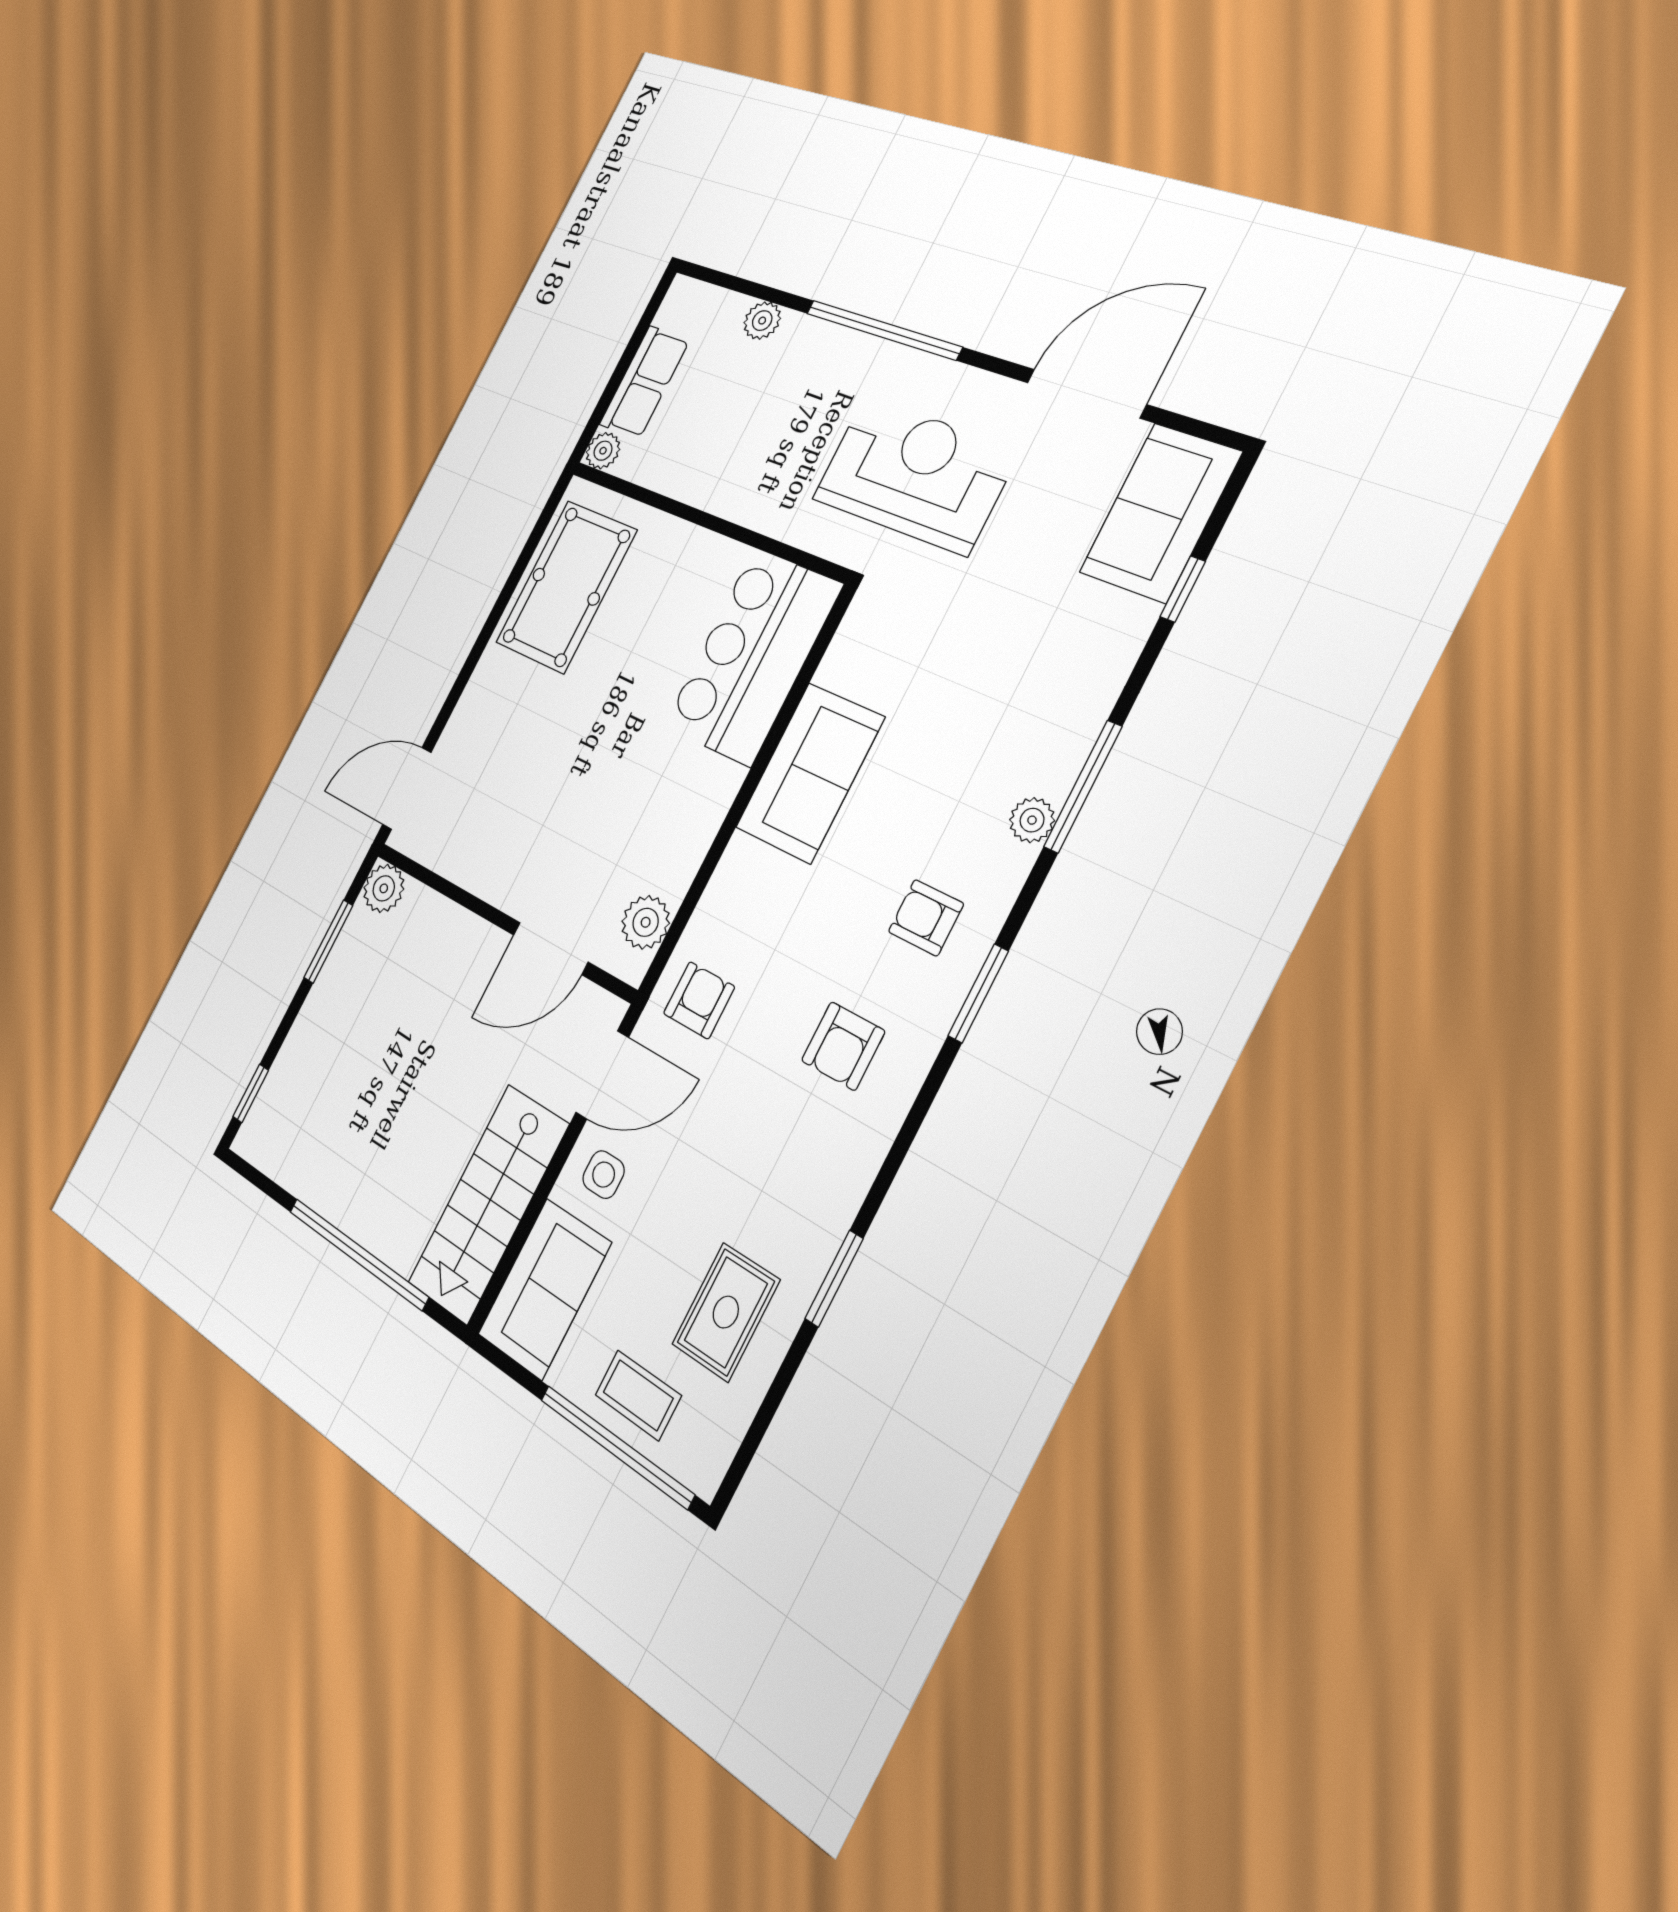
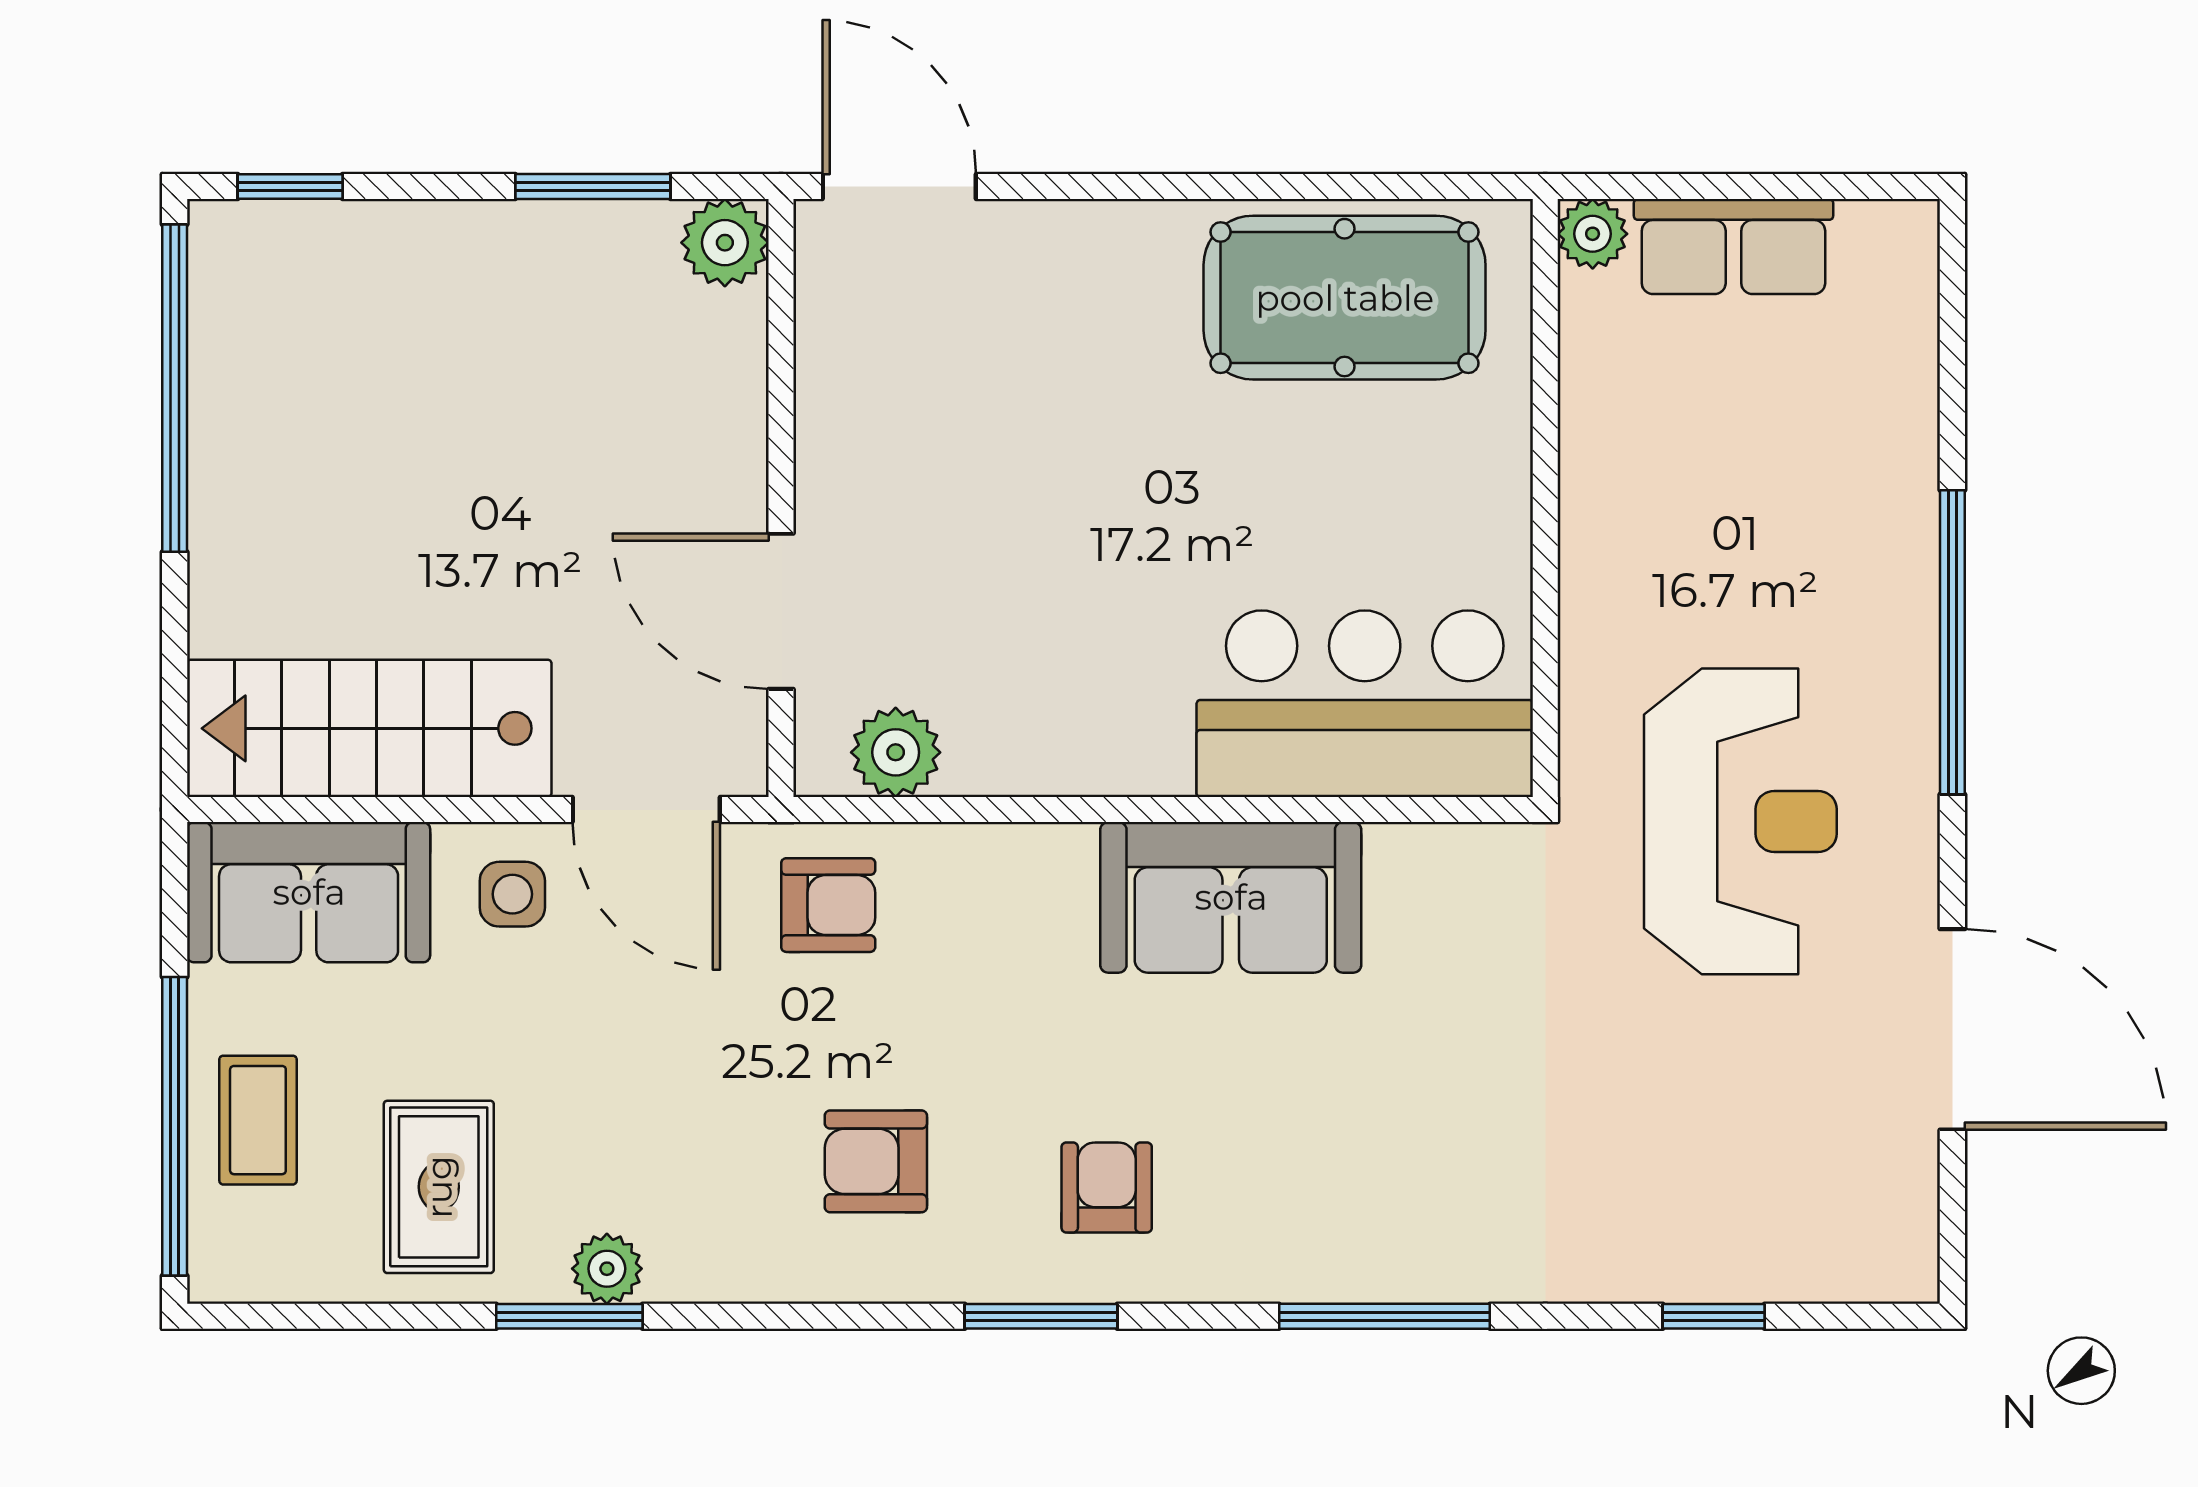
plant: (762, 321) -> (1904, 413), removed
sofa: (1160, 512) -> (1812, 1230), removed
plant: (1032, 820) -> (607, 1269), moved
window: (358, 1254) -> (175, 388), moved
rug: (726, 1312) -> (439, 1187), turned 90

